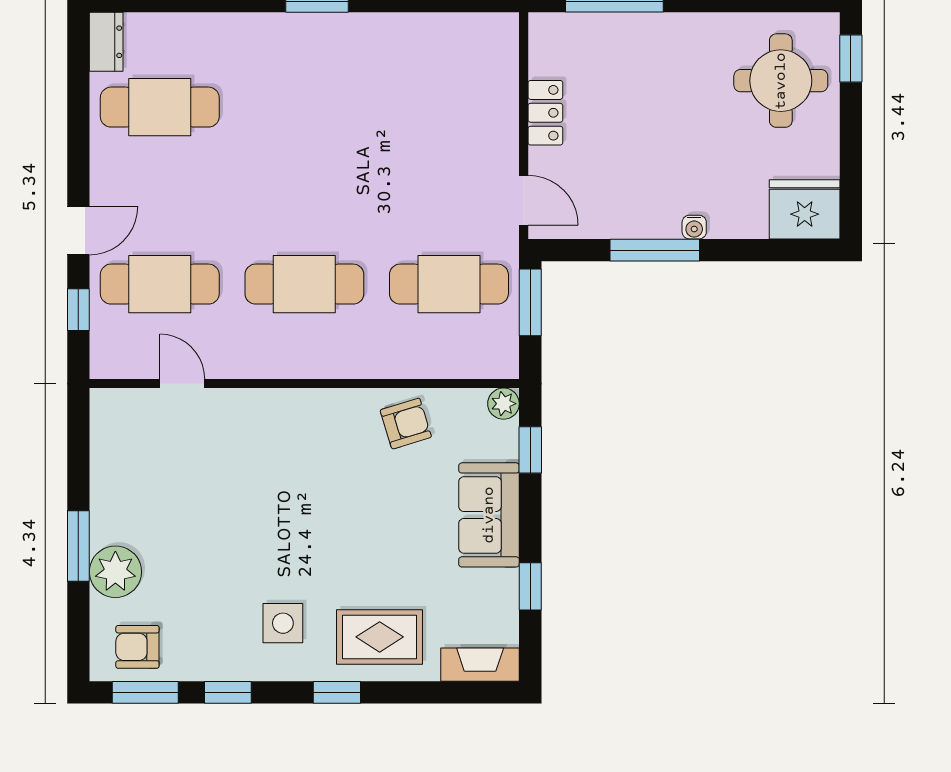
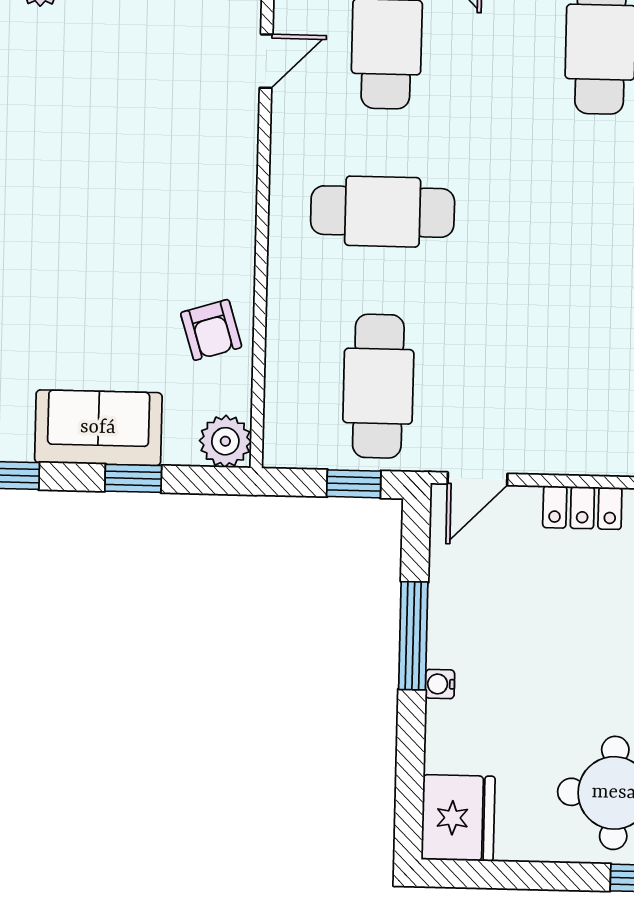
cafe table: (304, 284) -> (383, 212), turned 90
window: (530, 302) -> (354, 484), width x0.67
plant: (503, 404) -> (225, 441), width x1.38, depth x1.38
window: (530, 450) -> (133, 478), moved

